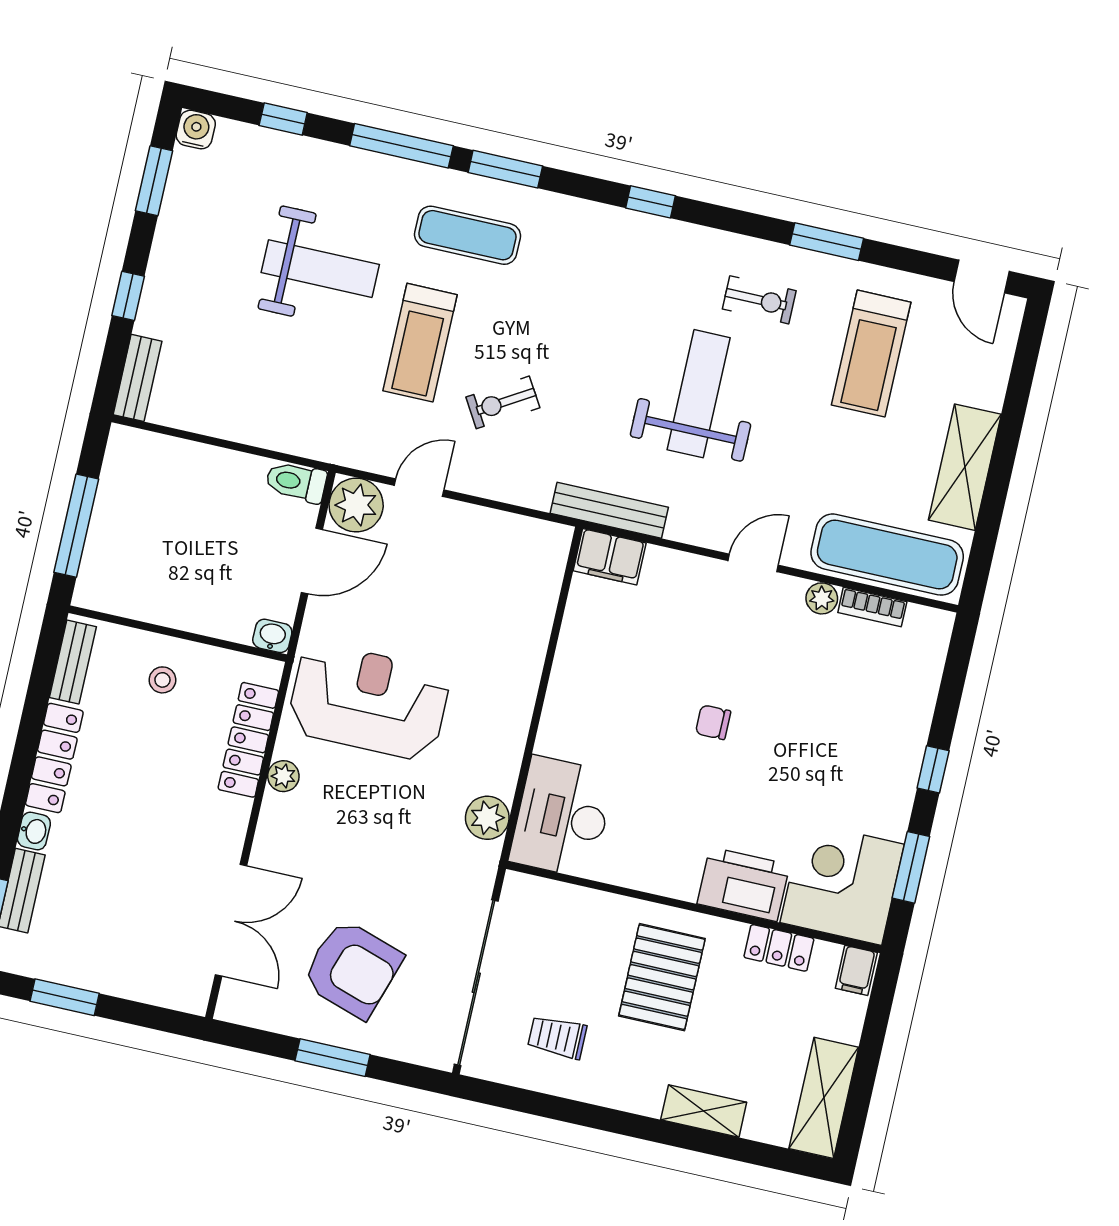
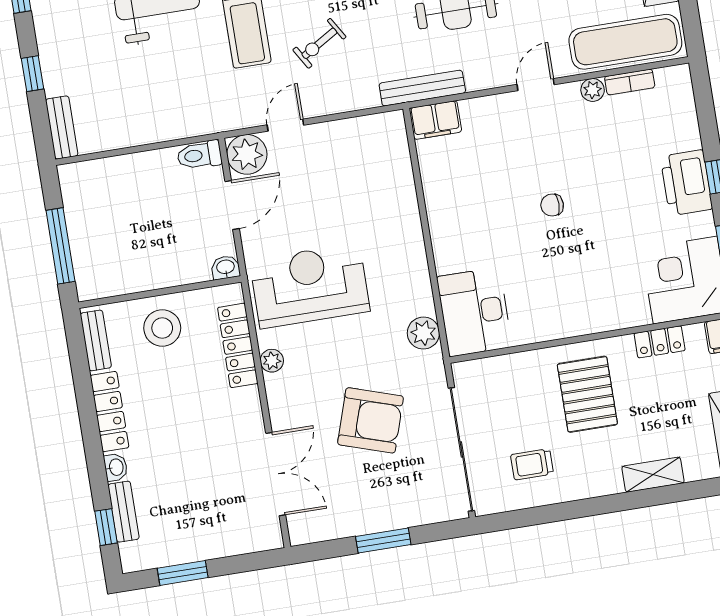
stool: (162, 680) -> (162, 328), width x1.89, depth x1.89
printer: (743, 884) -> (686, 183), moved, turned -90
armchair: (352, 969) -> (371, 420), moved

